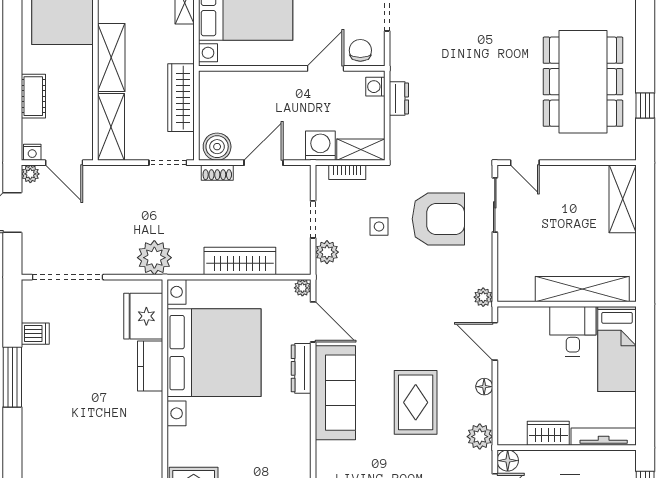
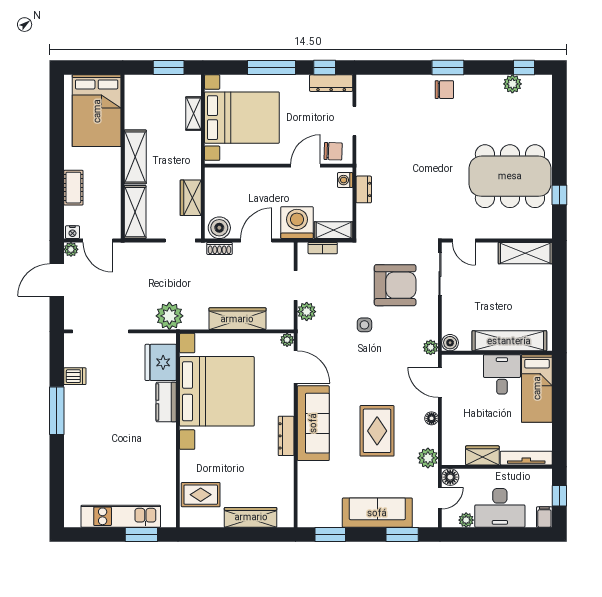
chair: (360, 50) -> (333, 151), turned 92
dining table: (583, 82) -> (510, 176), turned 90
wardrobe: (181, 98) -> (191, 198), width x0.67
washing machine: (320, 146) -> (297, 223), width x1.37, depth x1.37
shelving: (623, 199) -> (525, 253), moved, turned 90
side table: (379, 226) -> (364, 325), moved
boiler: (508, 291) -> (450, 343), added
dresser: (301, 368) -> (286, 436), moved

